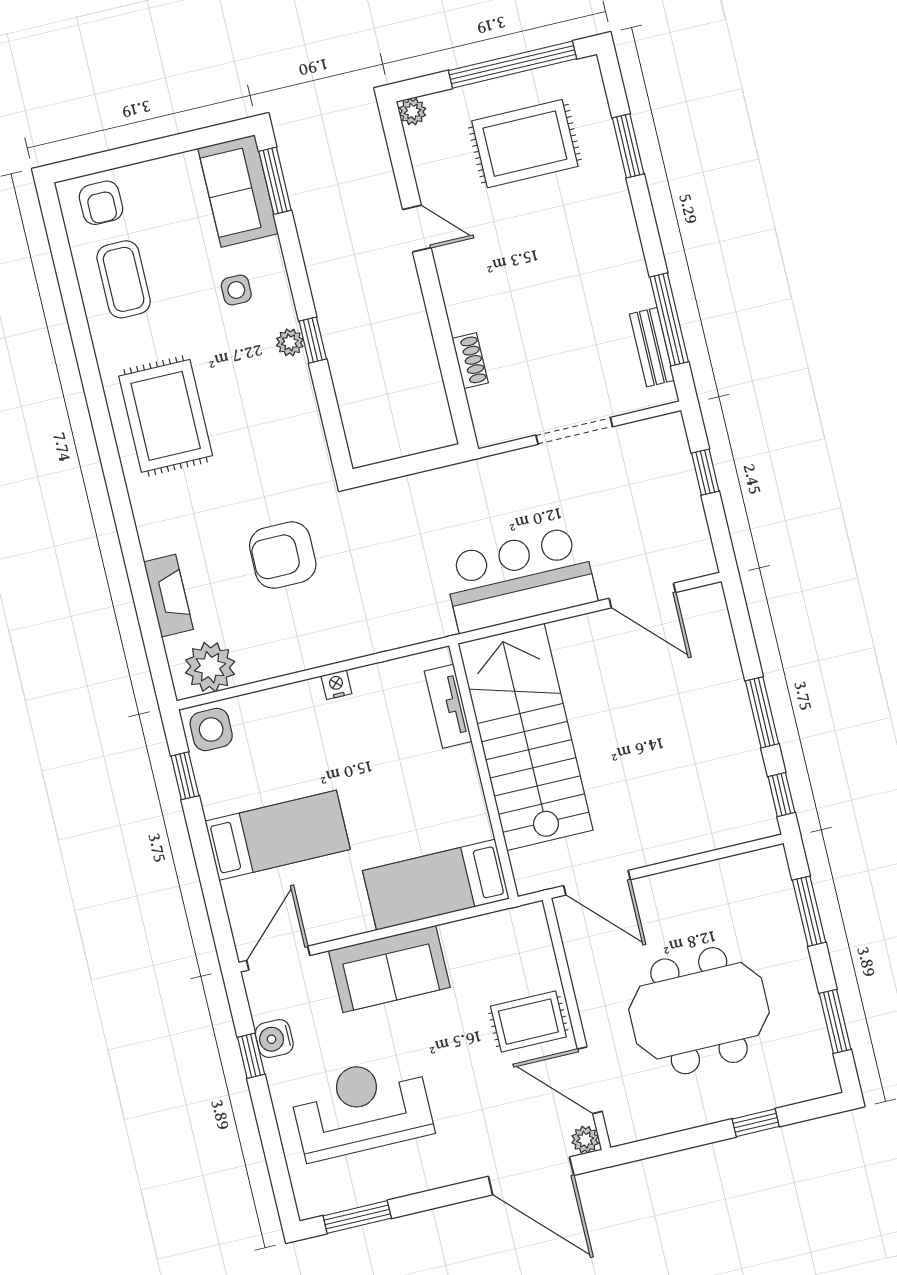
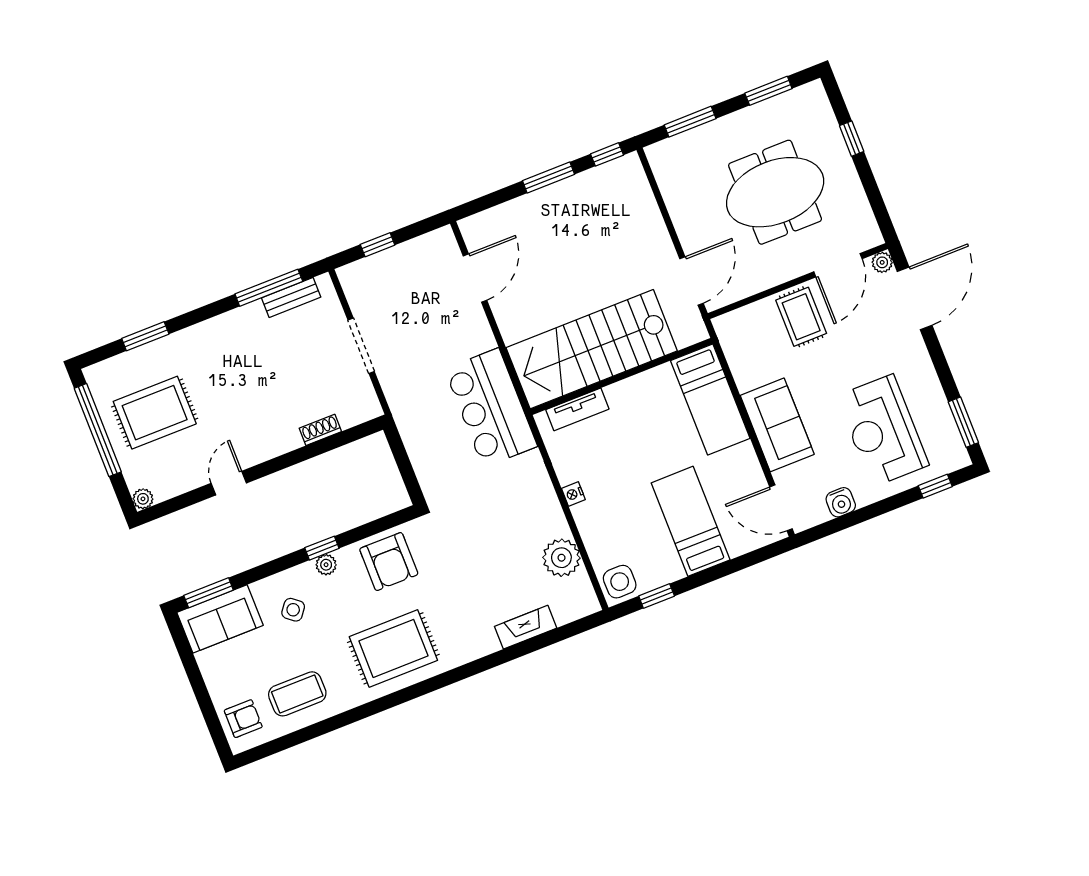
rug: (525, 144) -> (155, 413), turned 90
side table: (236, 290) -> (293, 610), turned 38
armchair: (283, 555) -> (389, 562), moved
bar counter: (520, 579) -> (491, 408), moved
plant: (210, 667) -> (561, 558), moved
meeting table: (699, 1011) -> (775, 192), turned 90
window: (251, 1056) -> (935, 486), moved

